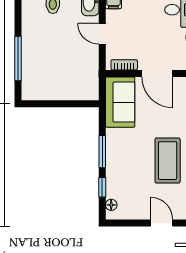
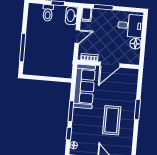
door: (102, 34) -> (77, 36), swing flipped
door: (157, 73) -> (110, 65), hinge flipped
sofa: (120, 102) -> (84, 86), width x1.36

